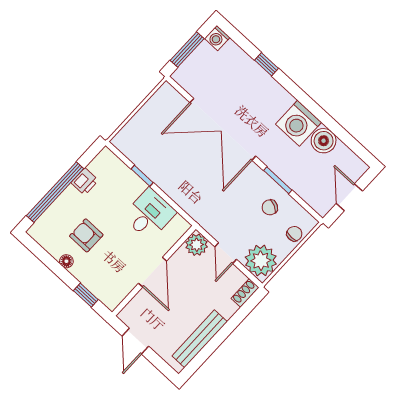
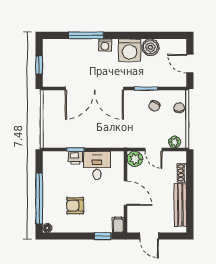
washing machine: (217, 38) -> (105, 45), moved
window: (187, 50) -> (39, 65), width x0.67
window: (266, 64) -> (86, 35), width x2.17
printer: (85, 182) -> (75, 158), moved, turned 90
floor lamp: (66, 261) -> (47, 228), moved
plant: (261, 261) -> (175, 142), width x0.53, depth x0.53
shoe rack: (245, 293) -> (182, 173), moved
filing cabinet: (113, 298) -> (118, 225), added

